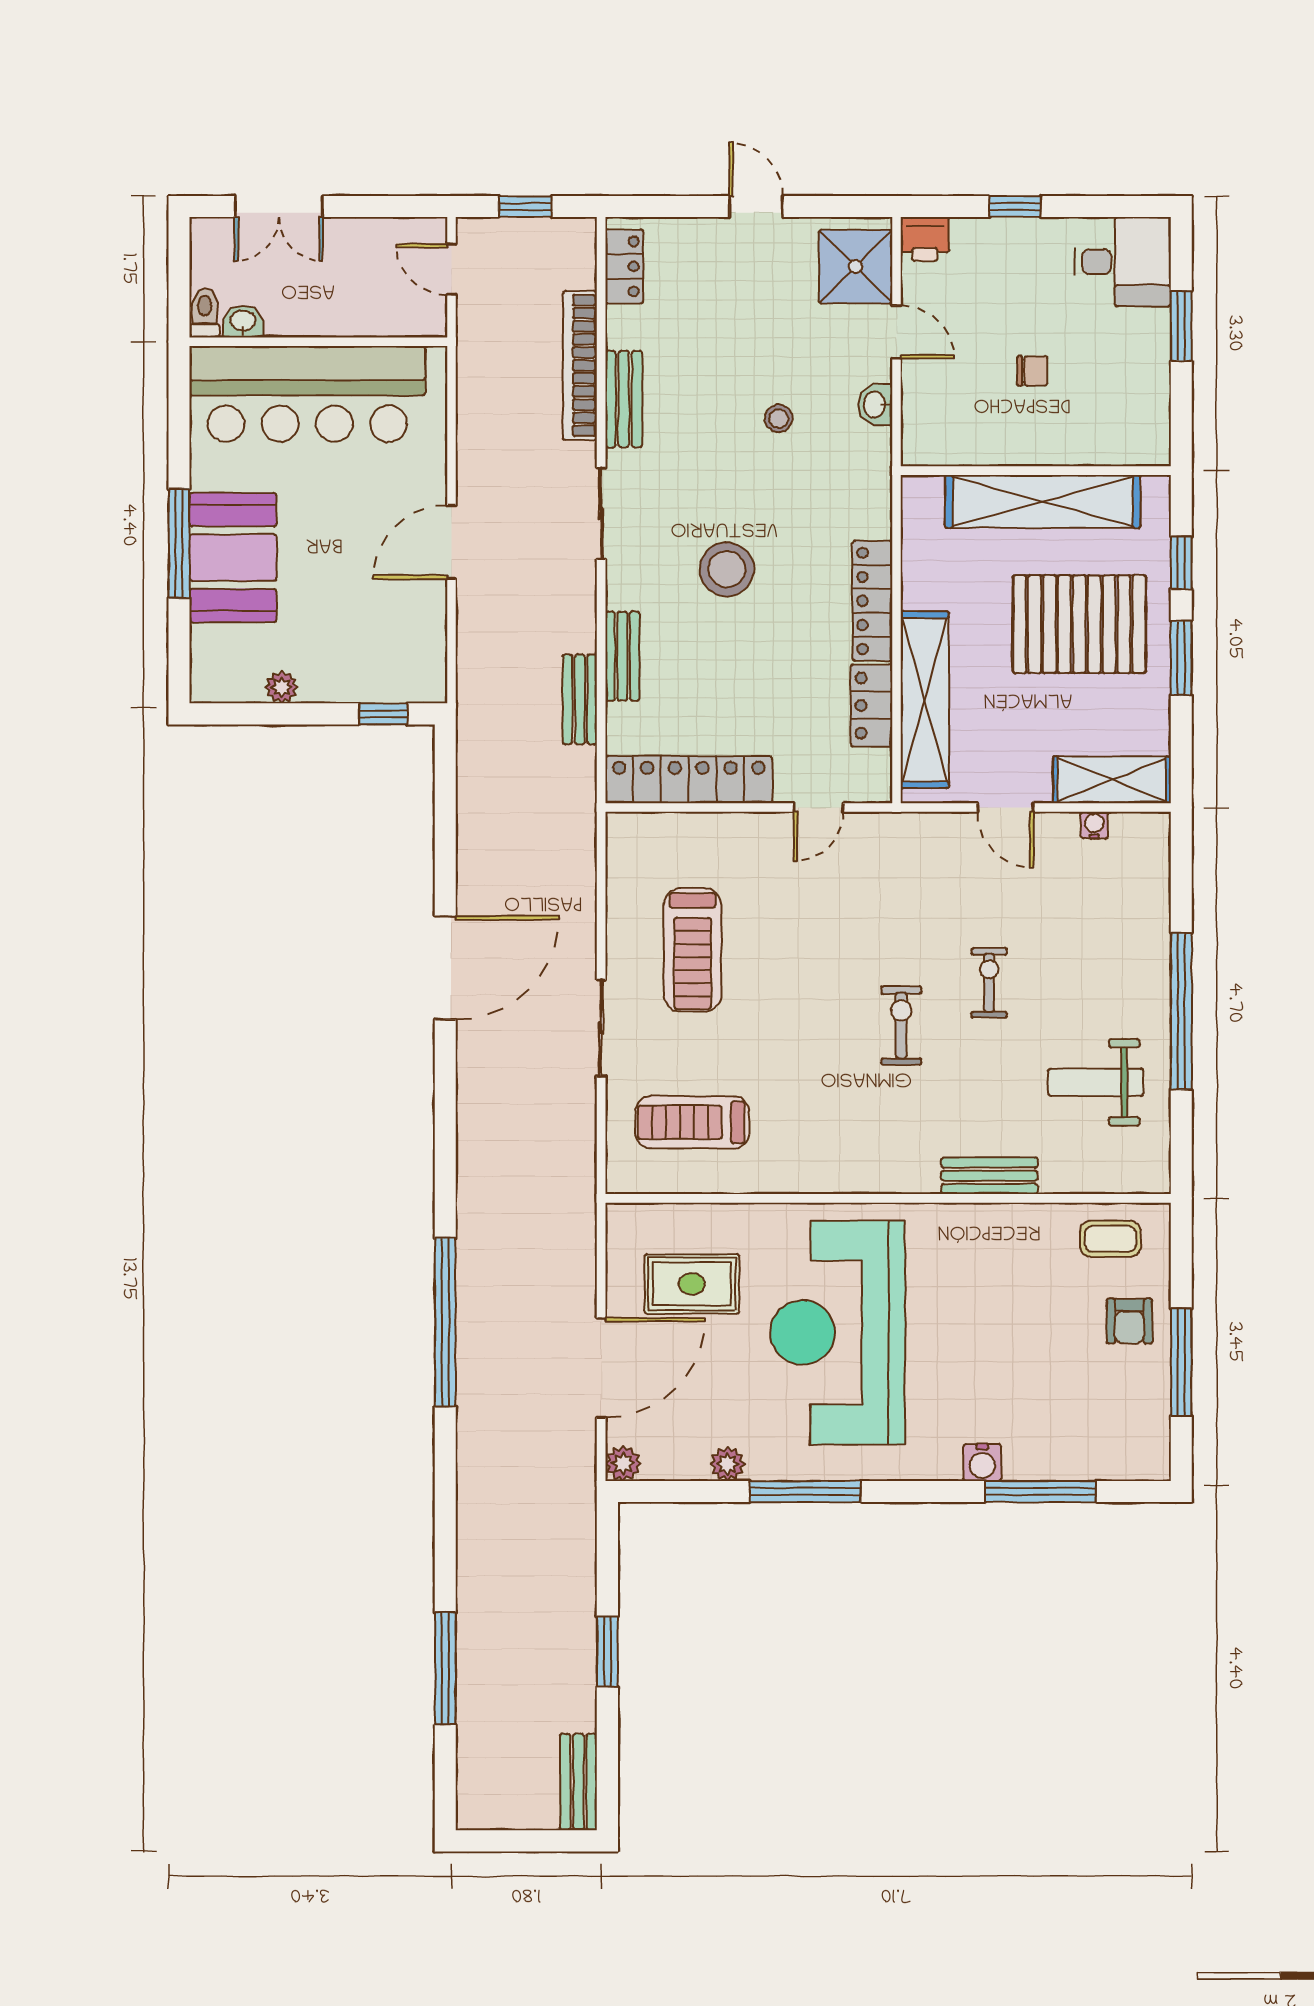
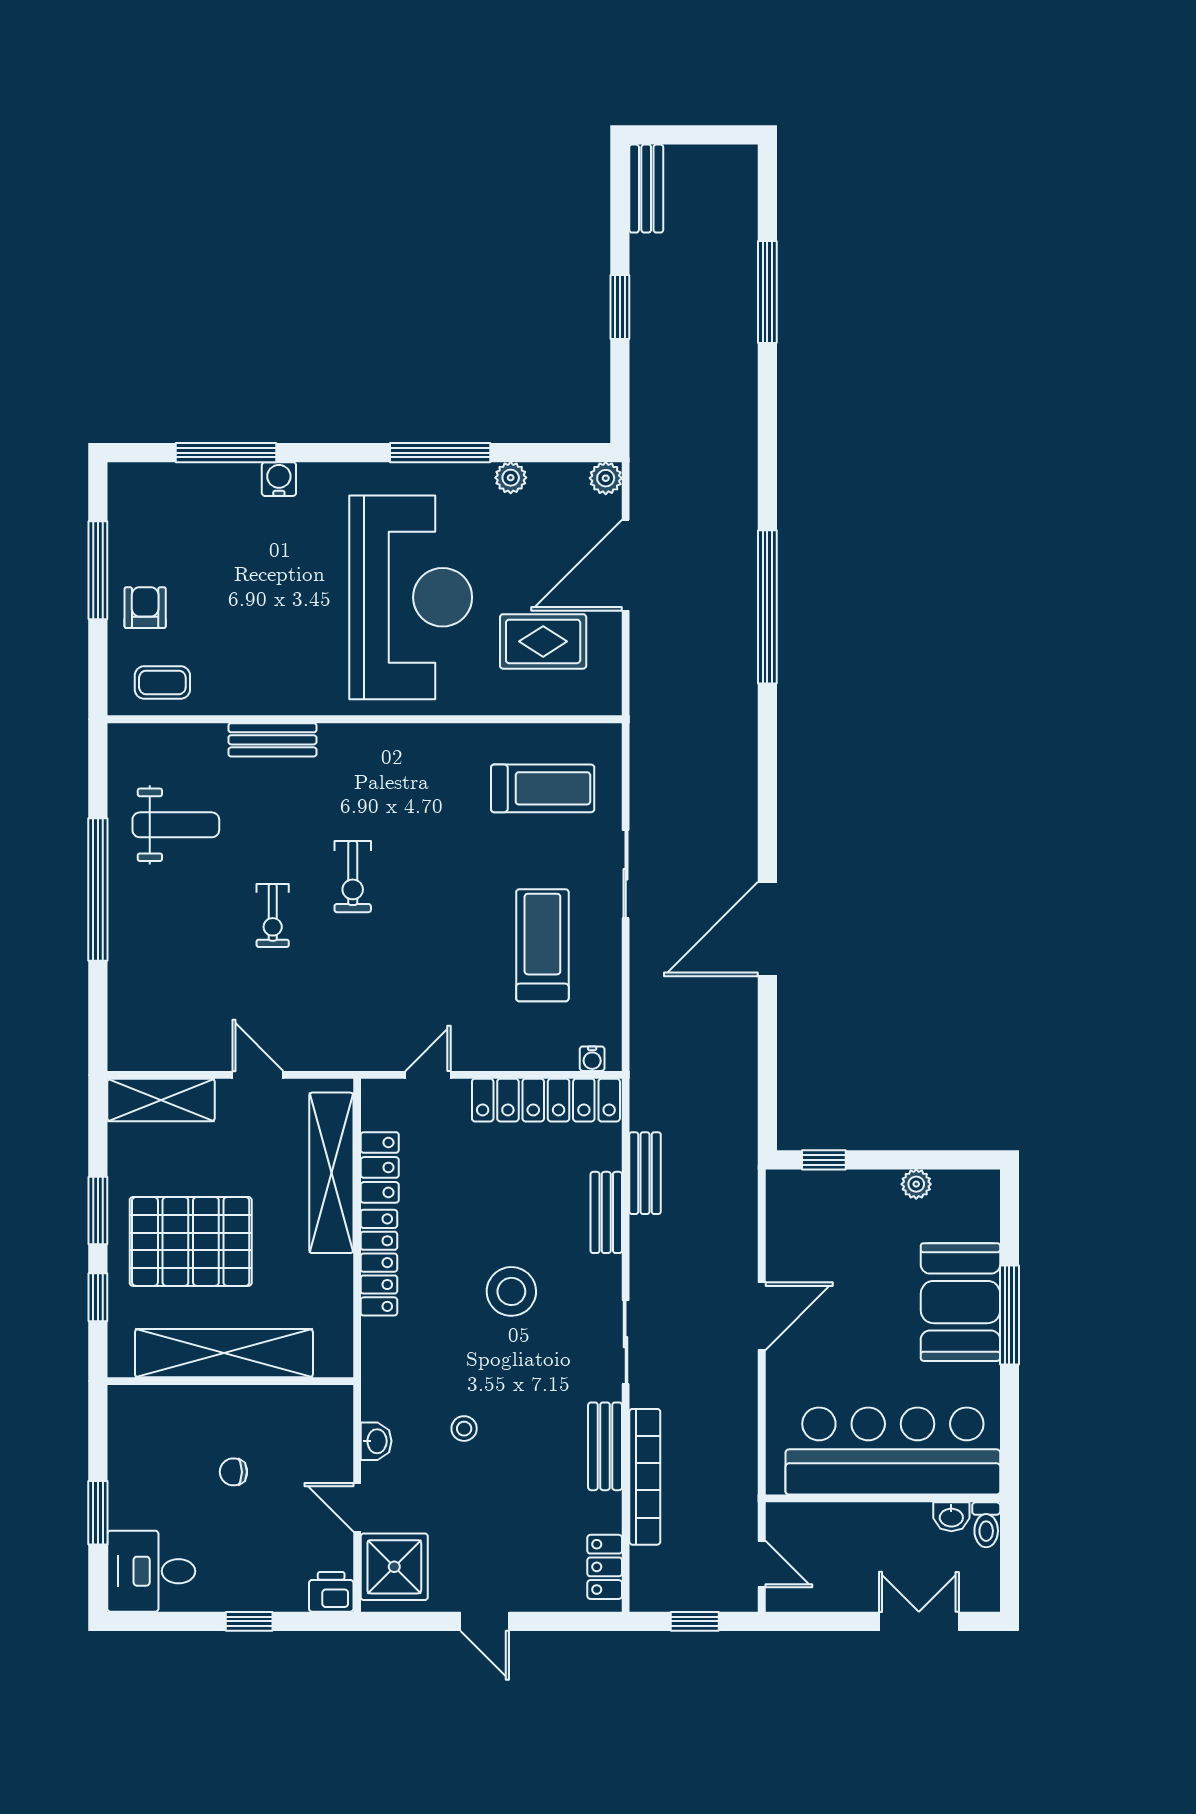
water cooler: (1094, 825) -> (592, 1059), moved

